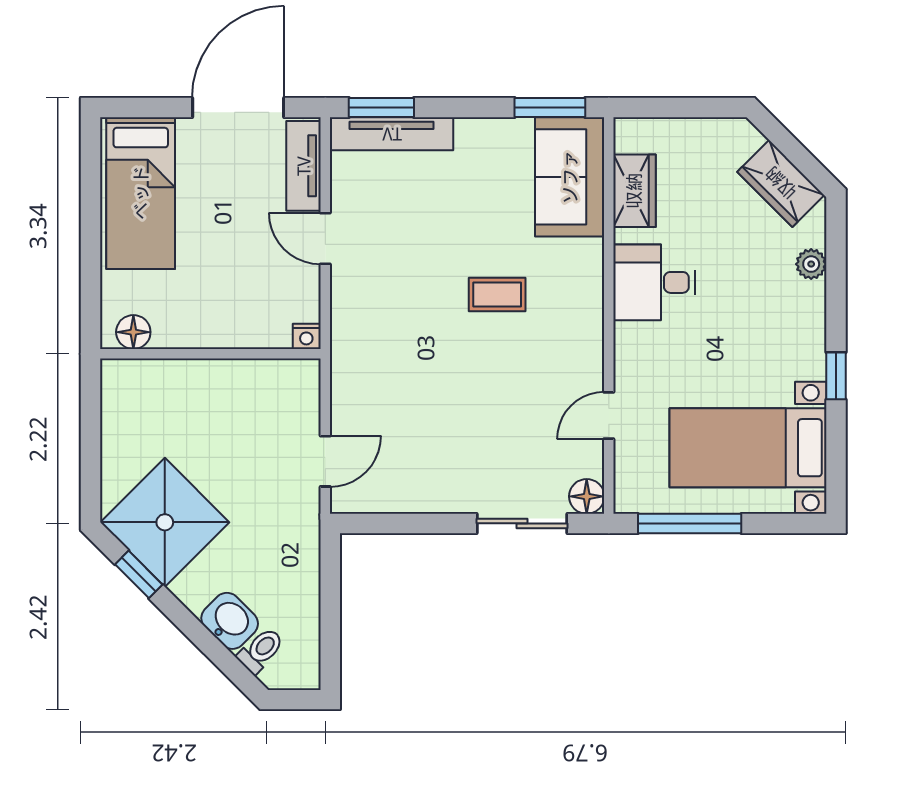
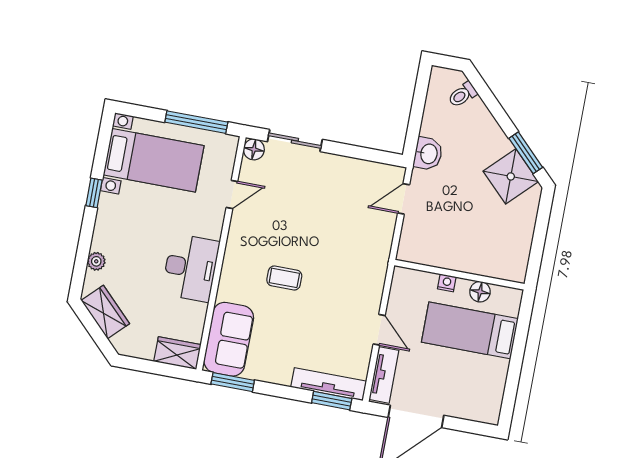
wardrobe: (634, 191) -> (177, 353), moved, turned 90
bed: (141, 193) -> (470, 330), moved, turned -90
desk: (654, 282) -> (191, 268), width x1.37
floor lamp: (133, 332) -> (480, 292), moved
nightstand: (306, 336) -> (447, 283), moved
shower: (165, 522) -> (511, 176), width x0.73, depth x0.73
window: (139, 574) -> (526, 153), width x1.50
washbasin: (230, 621) -> (428, 154), moved, turned -135

